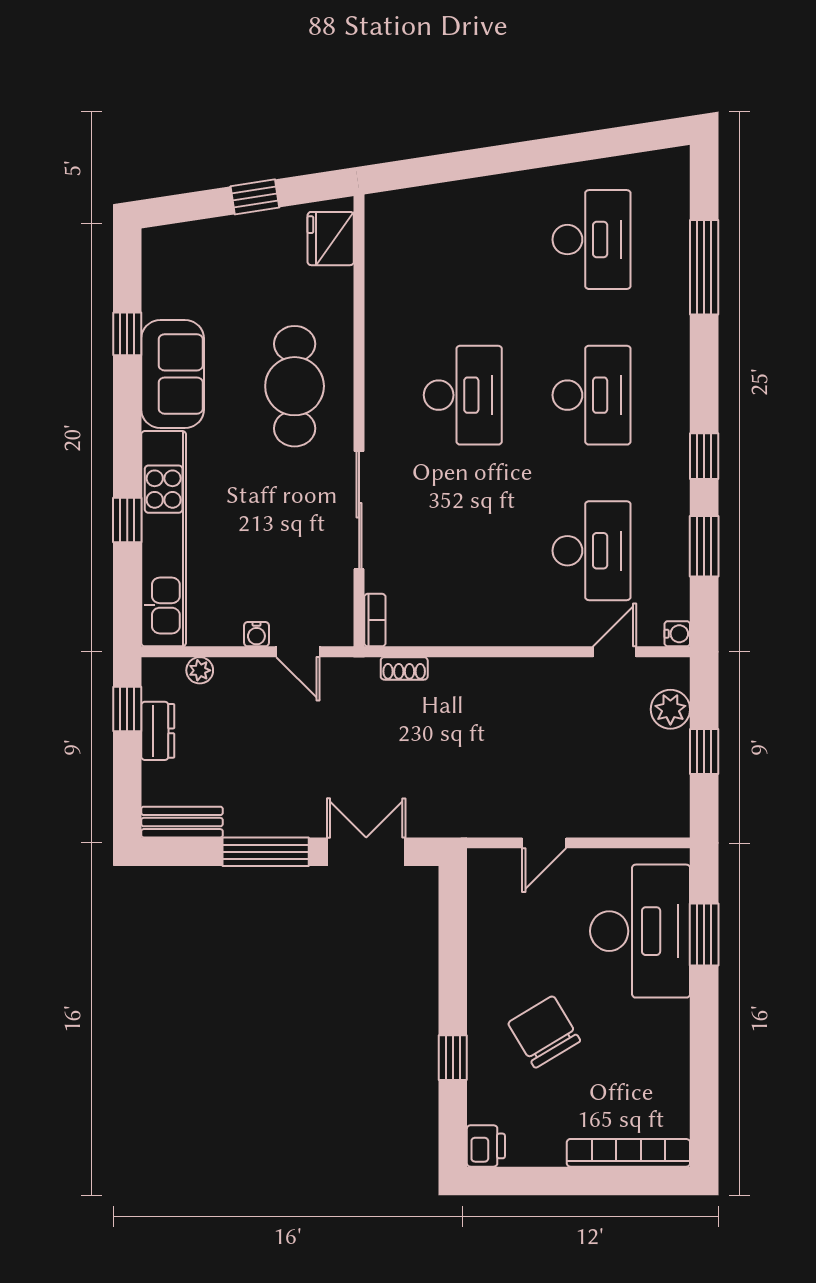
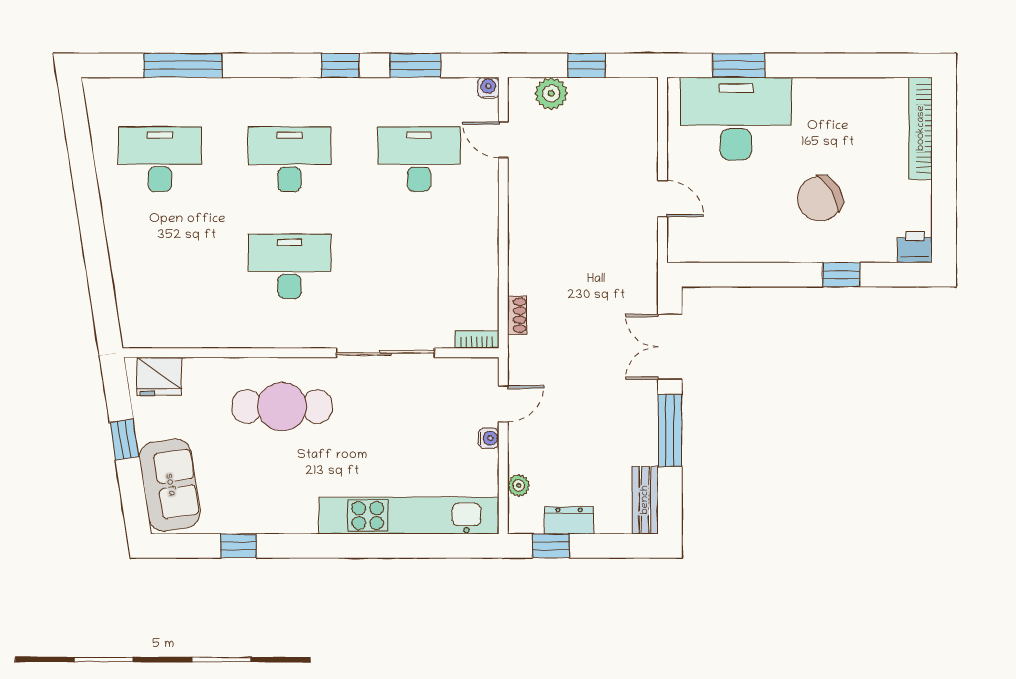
sofa: (173, 374) -> (170, 485), moved, turned 81
window: (127, 520) -> (394, 546), removed

